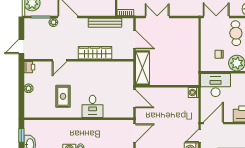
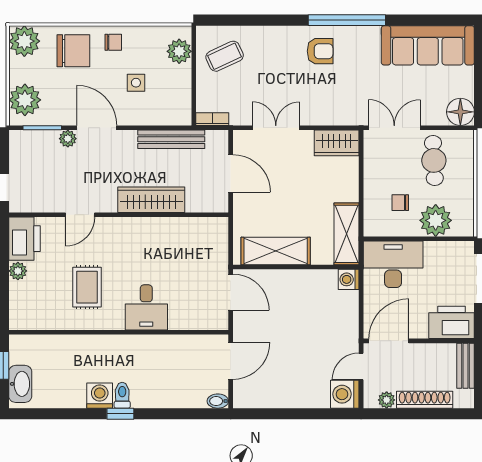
wardrobe: (187, 24) -> (337, 143), added
printer: (29, 67) -> (24, 239), width x1.87, depth x1.48
shelving: (143, 68) -> (276, 251), moved, turned 90
shelving: (192, 70) -> (347, 234), added

